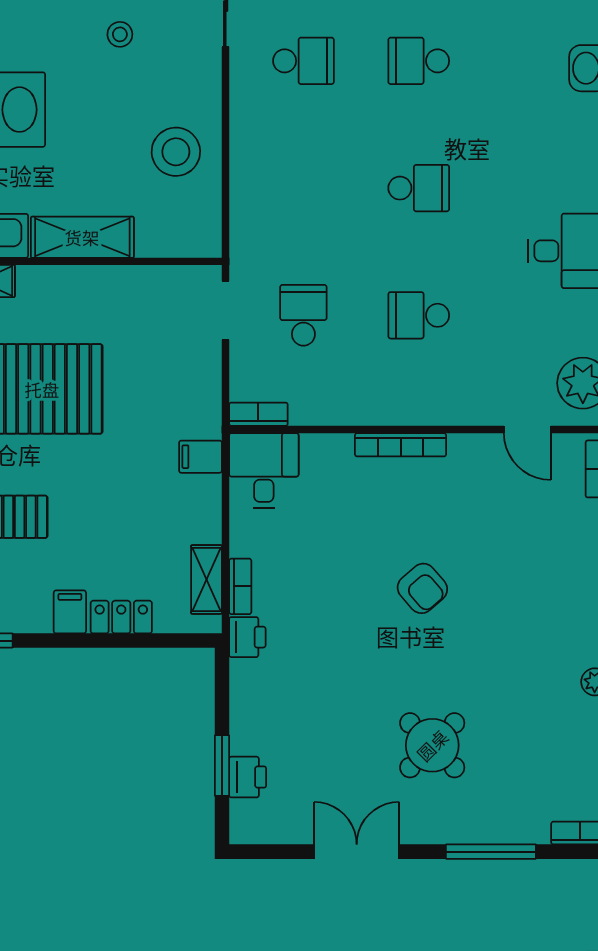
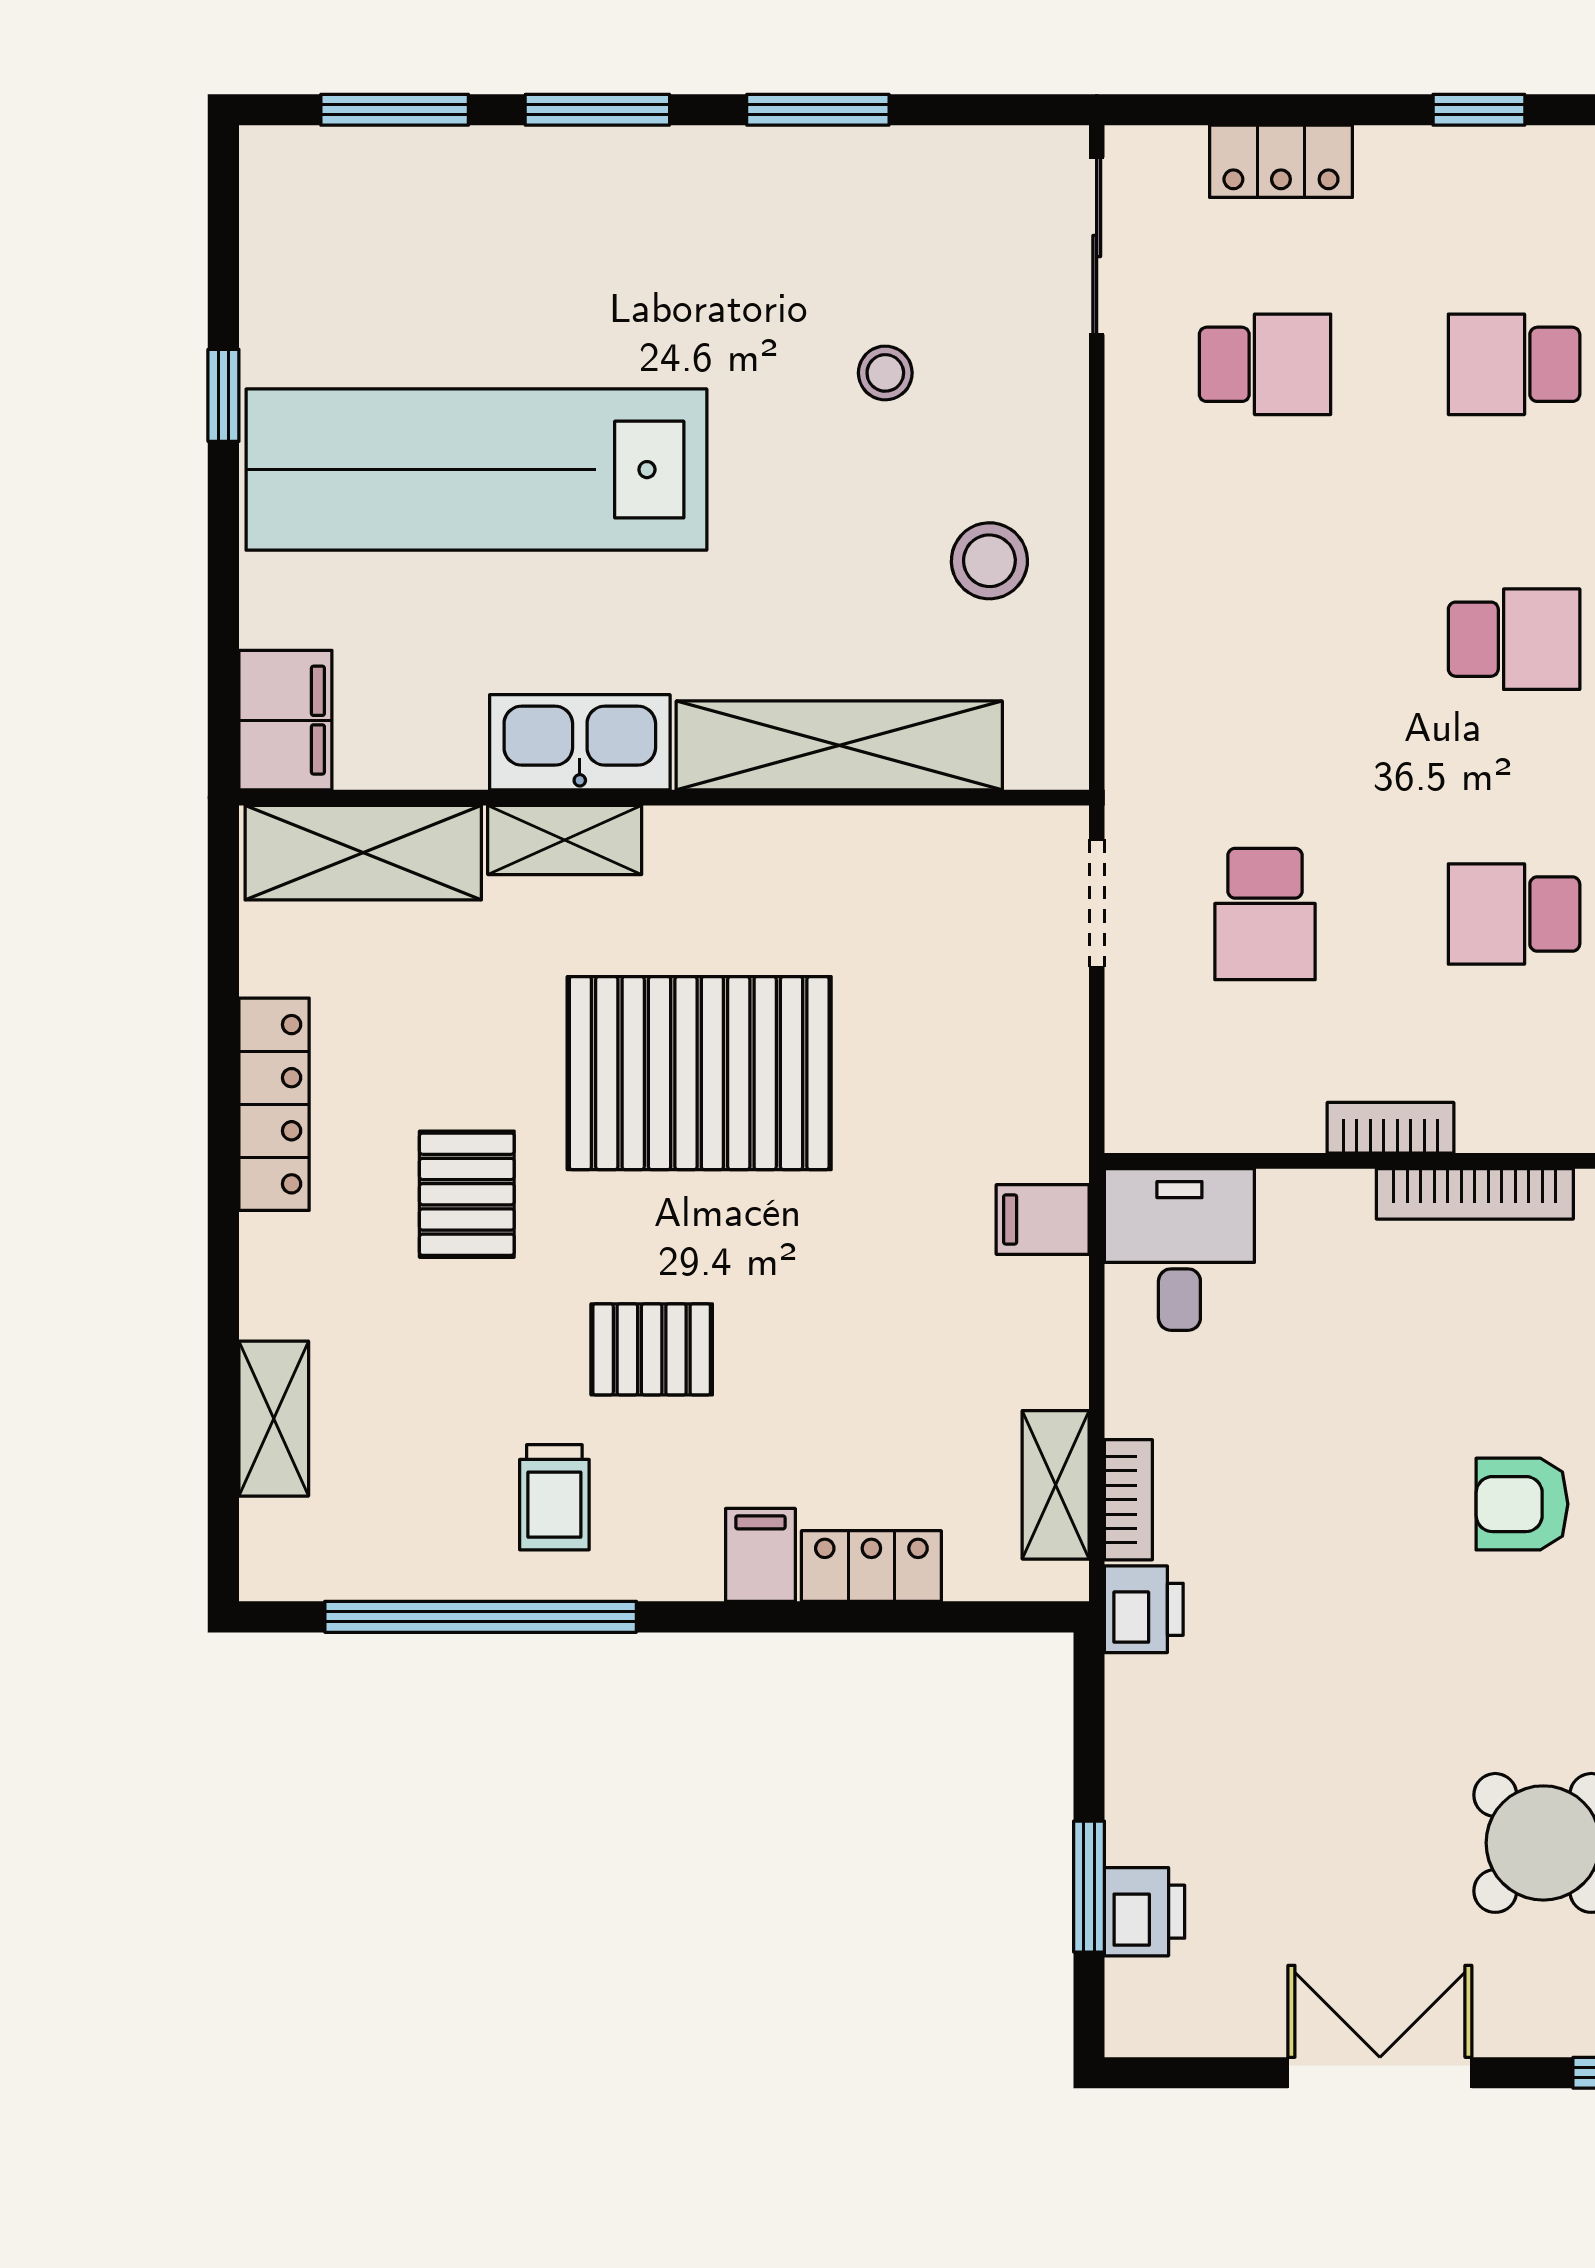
stool: (120, 34) -> (885, 373), moved
stool: (176, 152) -> (989, 561), width x0.73, depth x0.73
shelving: (82, 237) -> (839, 745), width x1.47
school desk: (303, 315) -> (1265, 914), turned 180
bookcase: (258, 414) -> (1390, 1128), moved
armchair: (422, 588) -> (1522, 1504), turned 131

